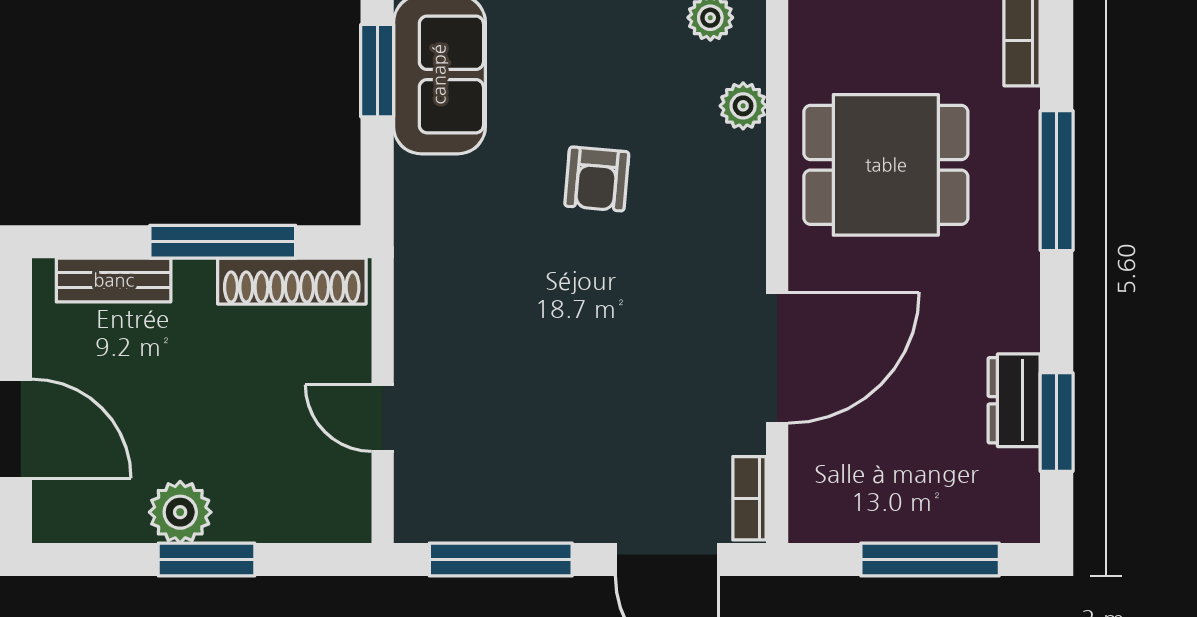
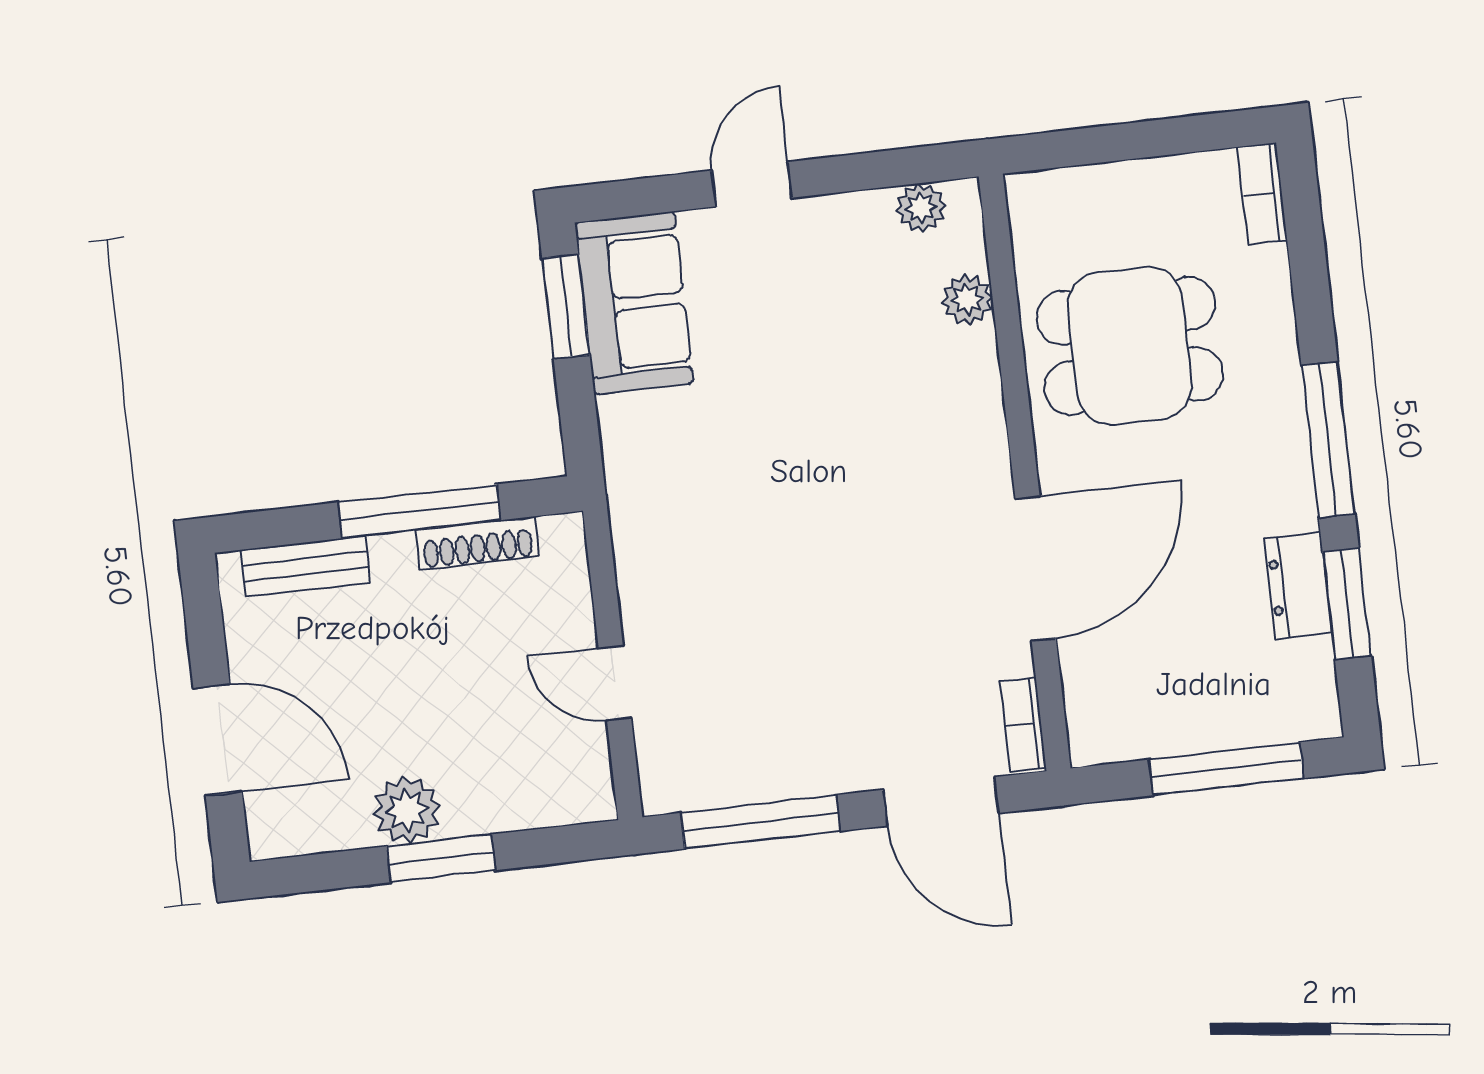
armchair: (597, 179) -> (818, 397), removed
window: (1057, 181) -> (1328, 440), moved
shoe rack: (292, 281) -> (477, 543), width x0.74, depth x0.81

